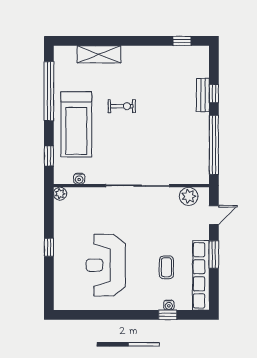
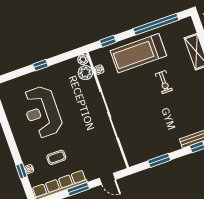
window: (214, 145) -> (159, 160), width x0.47
plant: (189, 196) -> (85, 73), moved
reception desk: (106, 265) -> (42, 112), turned -90

